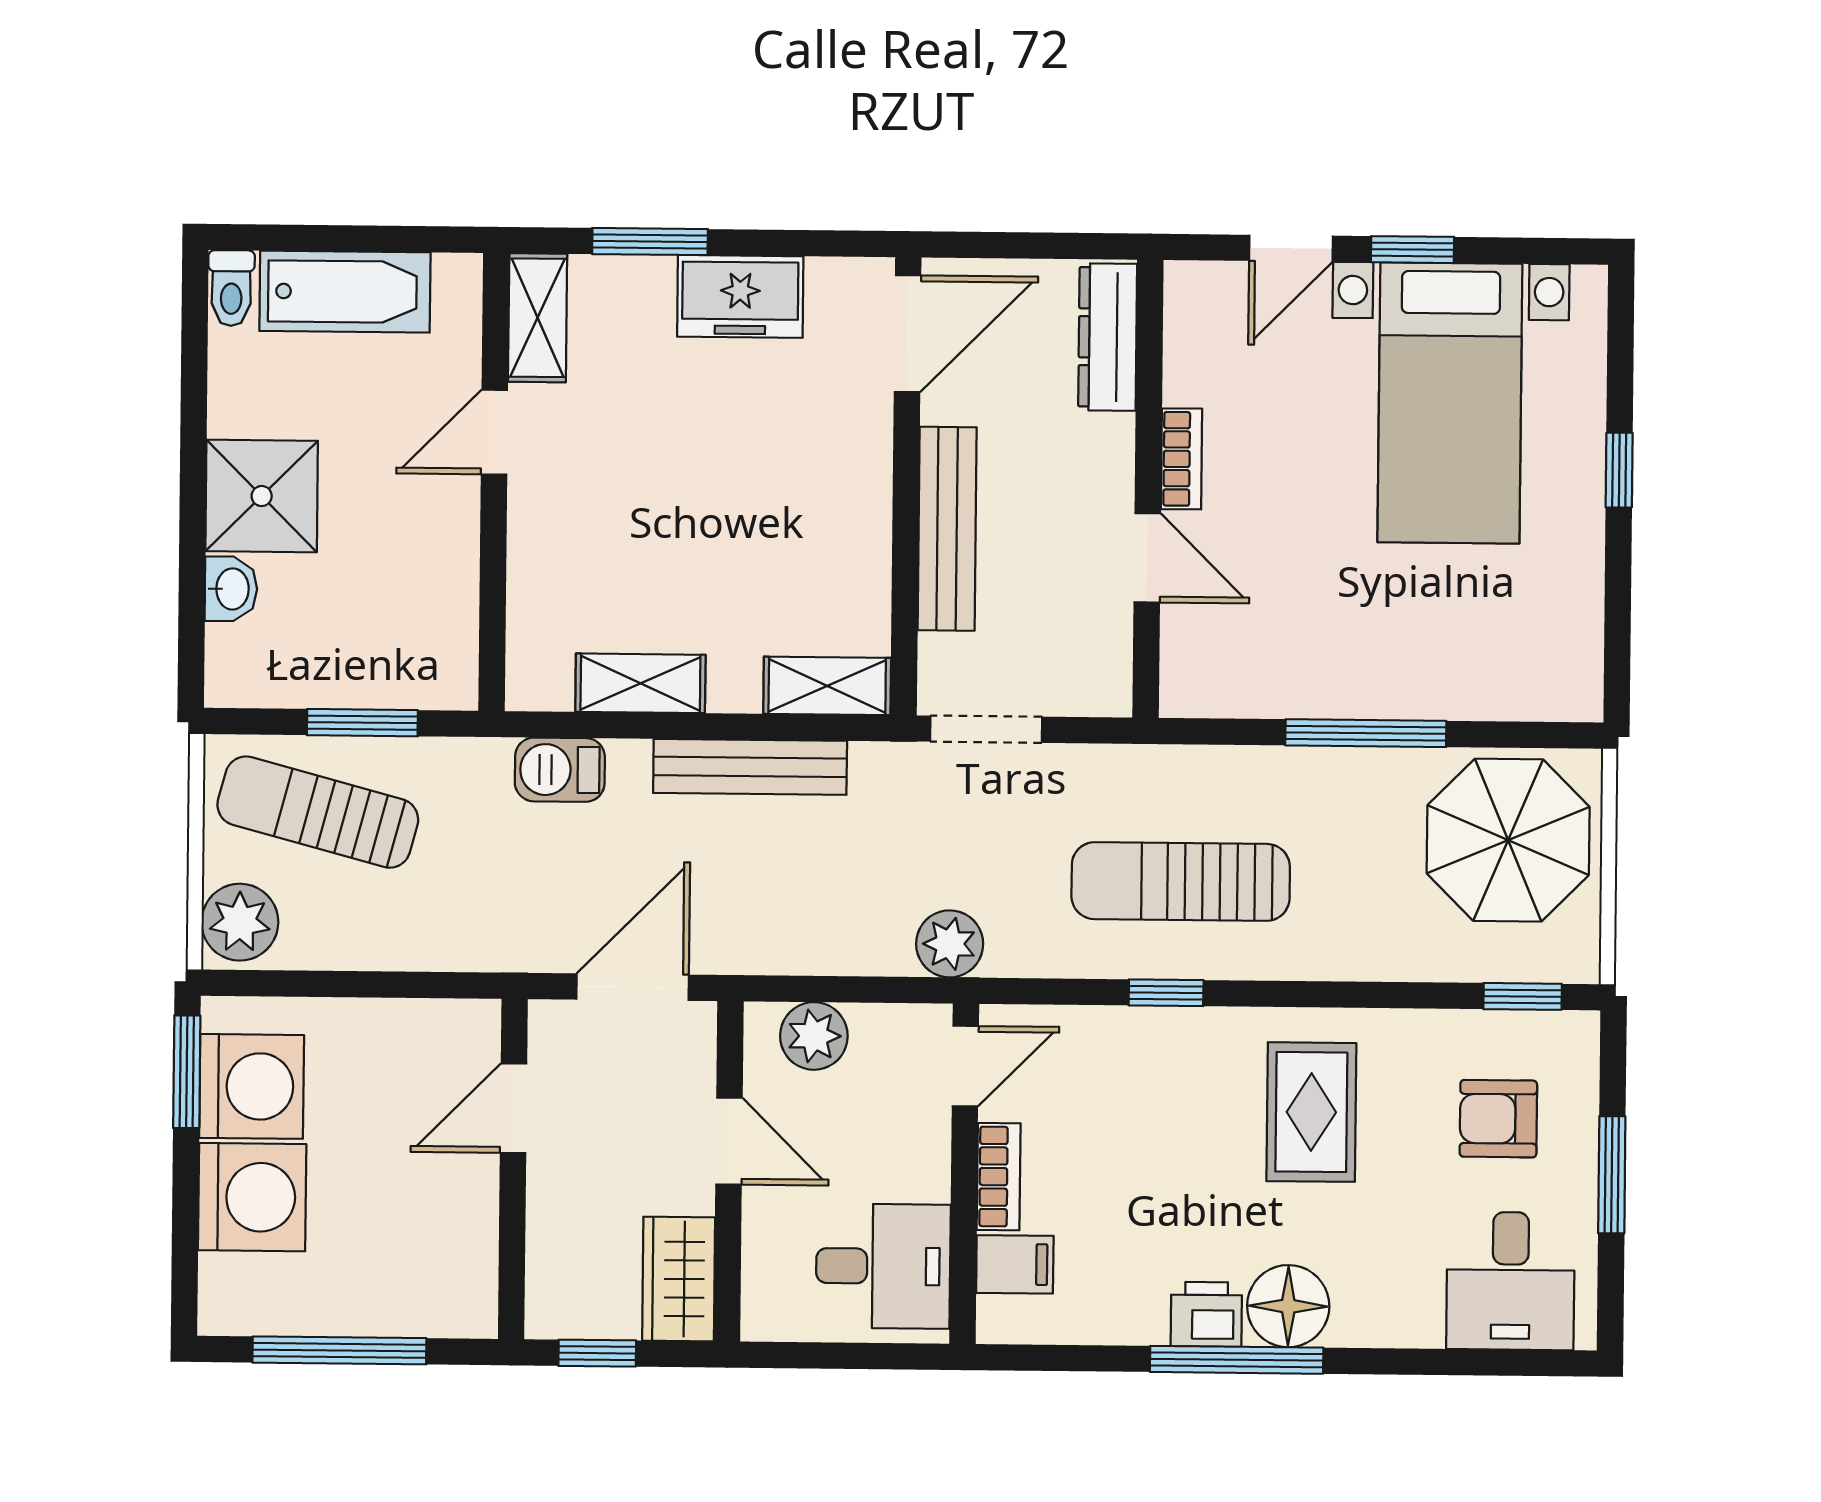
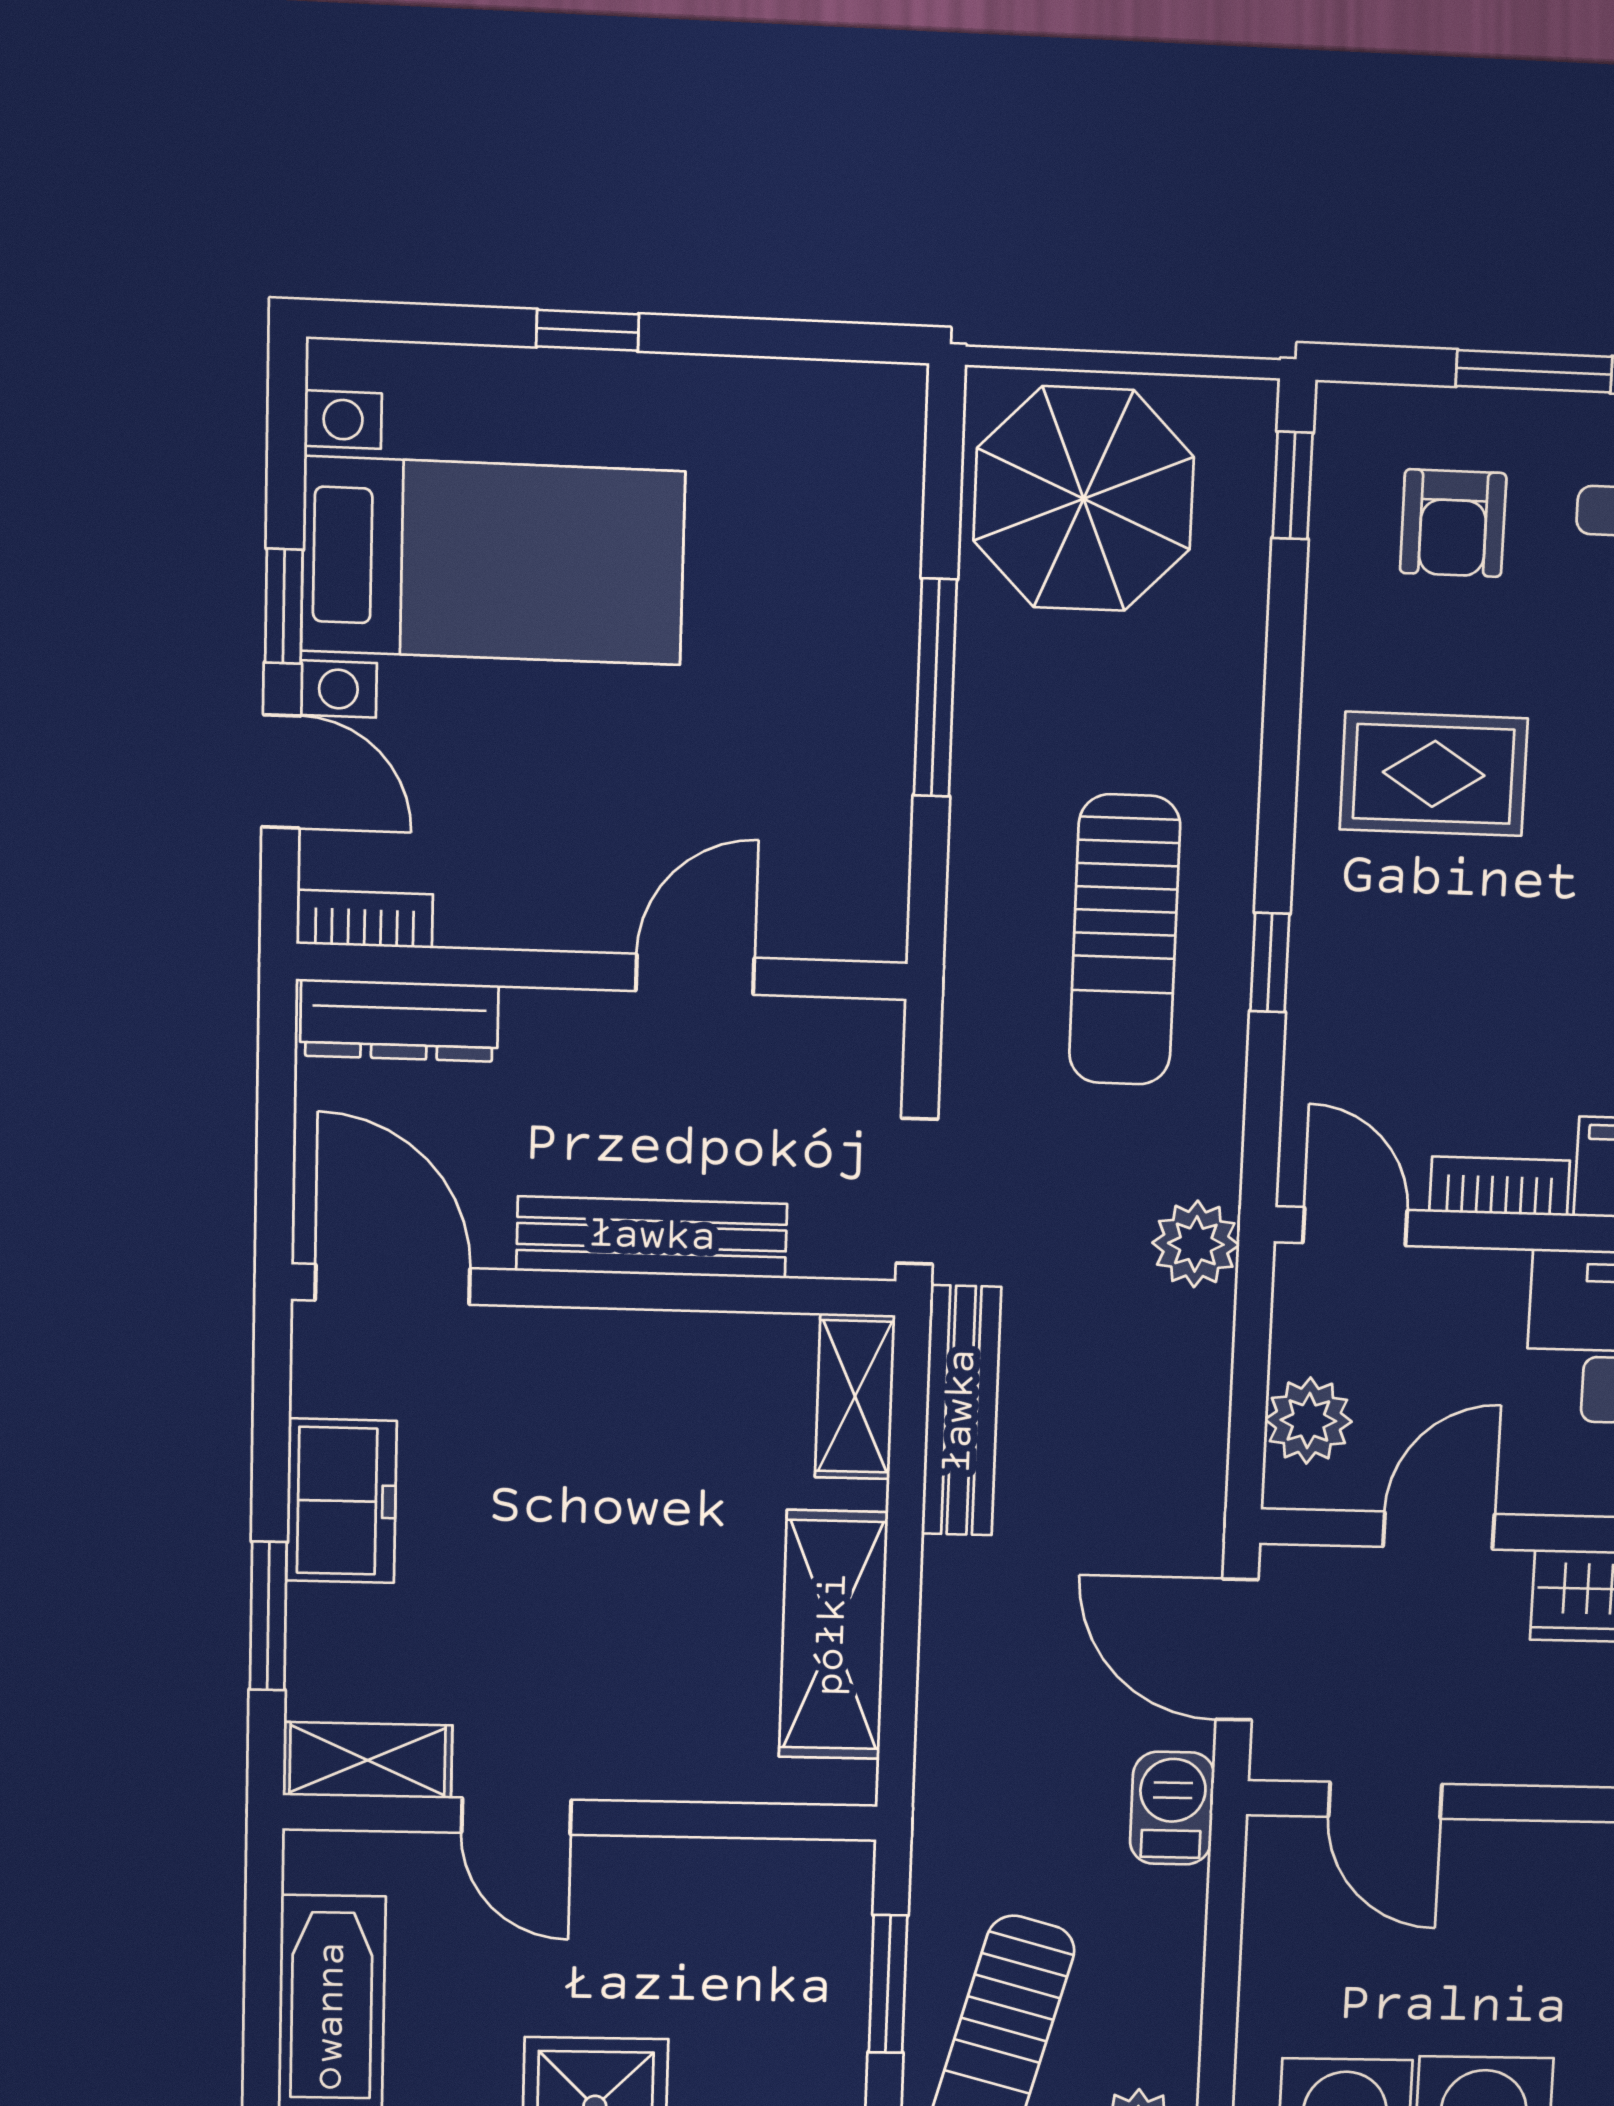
bookcase: (1182, 459) -> (365, 919), moved
shelving: (640, 683) -> (833, 1635), width x1.50, depth x1.33
bench: (750, 767) -> (961, 1411), moved
barbecue: (560, 770) -> (1172, 1808), moved, turned 180

